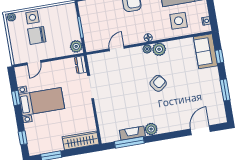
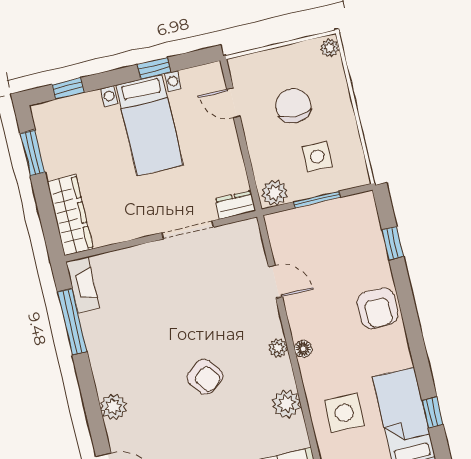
side table: (32, 17) -> (317, 157), moved
plant: (159, 49) -> (286, 404), moved
plant: (151, 129) -> (113, 407), moved
fireplace: (132, 133) -> (83, 285), moved

